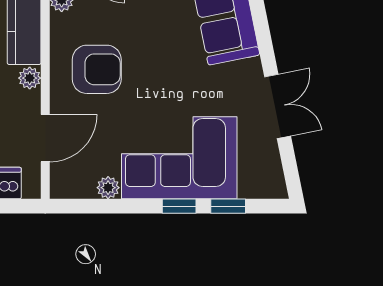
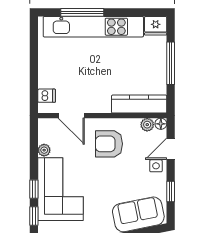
armchair: (97, 69) -> (109, 144), turned 90
plant: (30, 78) -> (104, 107), removed

